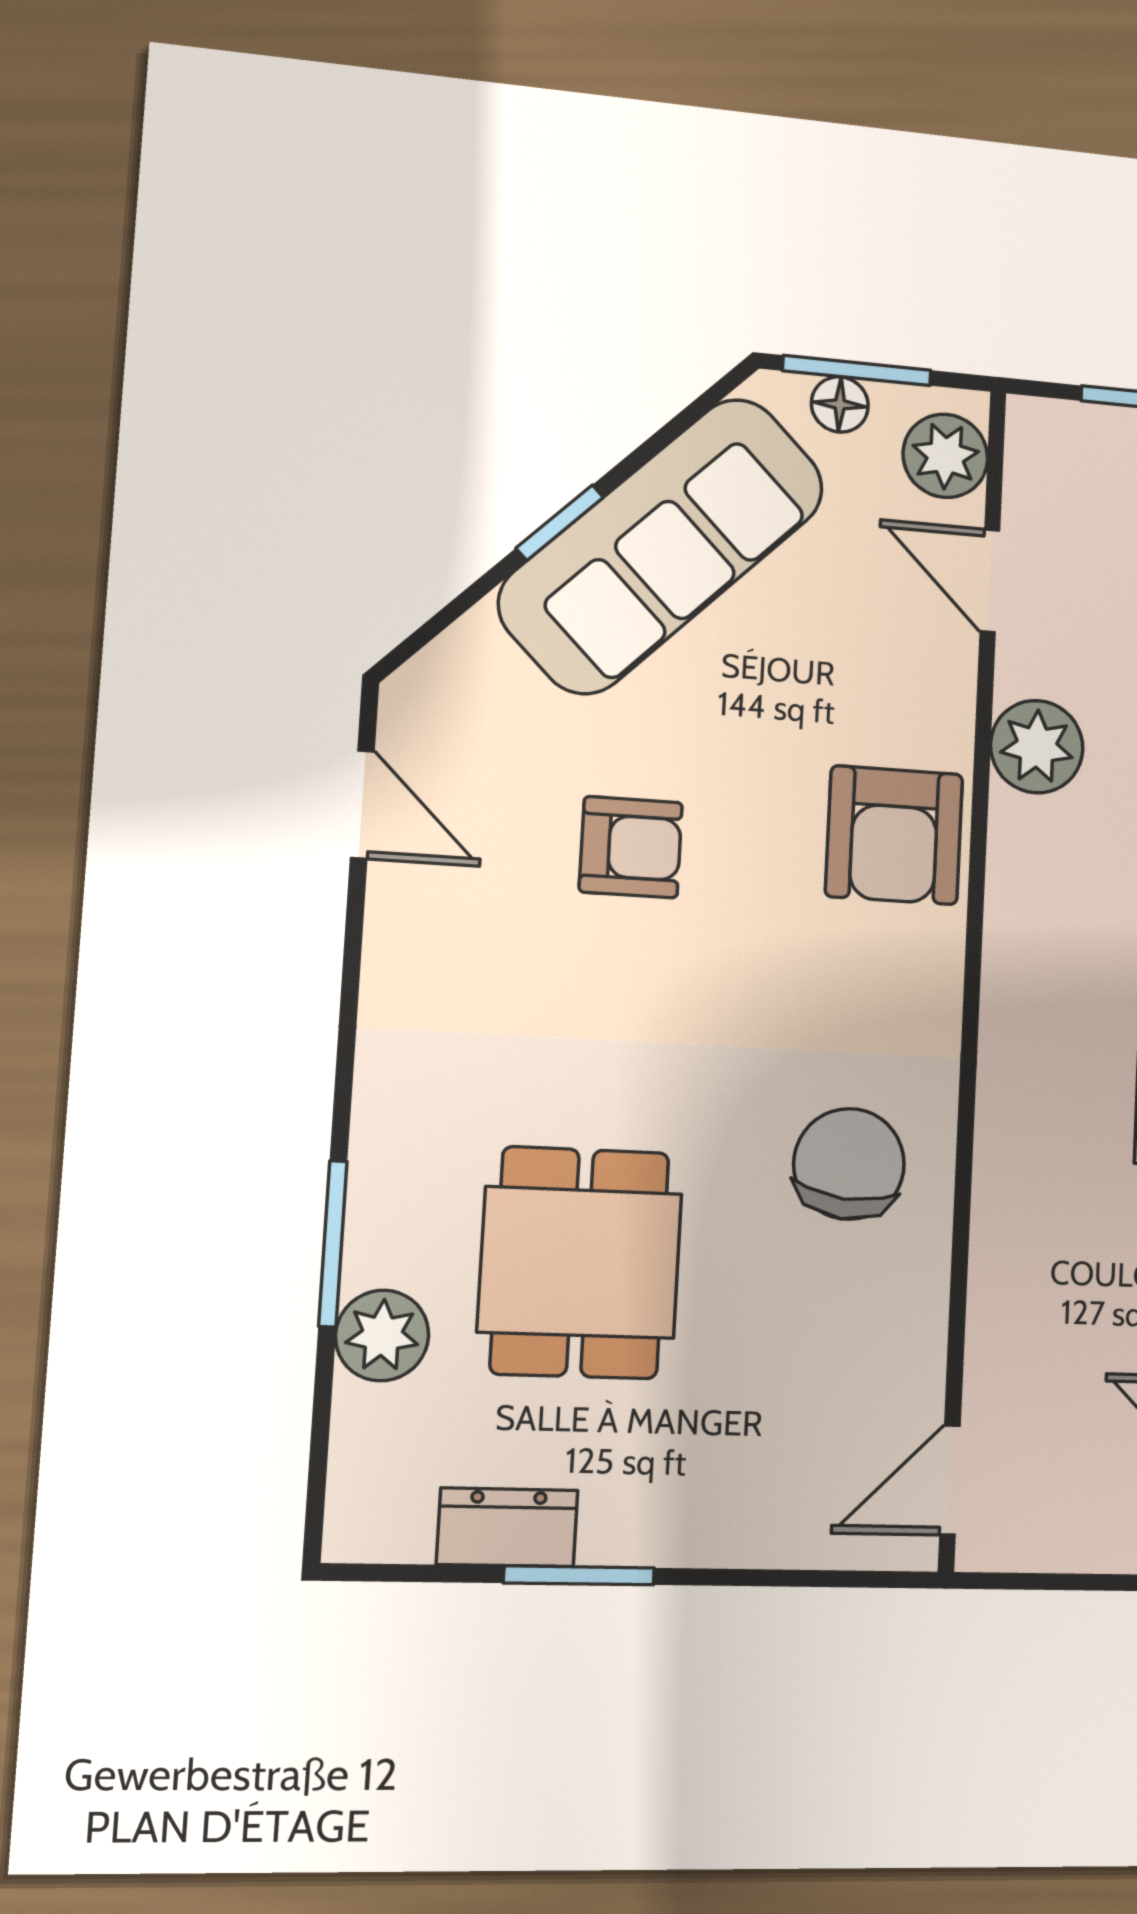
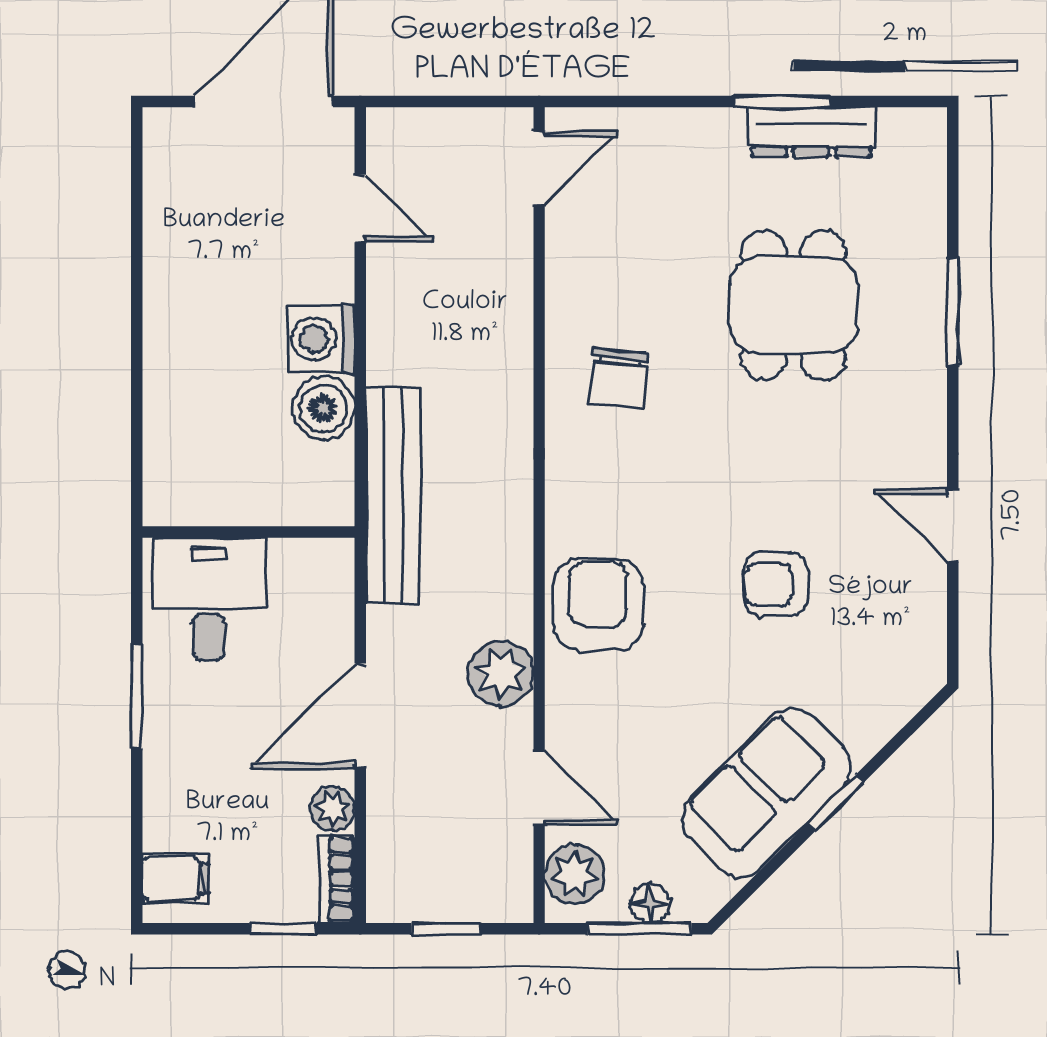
sofa: (662, 545) -> (767, 793), width x0.73
door: (362, 804) -> (953, 526), moved
chair: (849, 1164) -> (618, 378), width x0.73, depth x0.73
plant: (382, 1336) -> (918, 254), removed
dresser: (507, 1527) -> (811, 132), width x1.44

